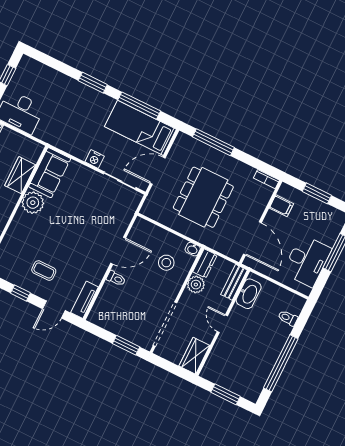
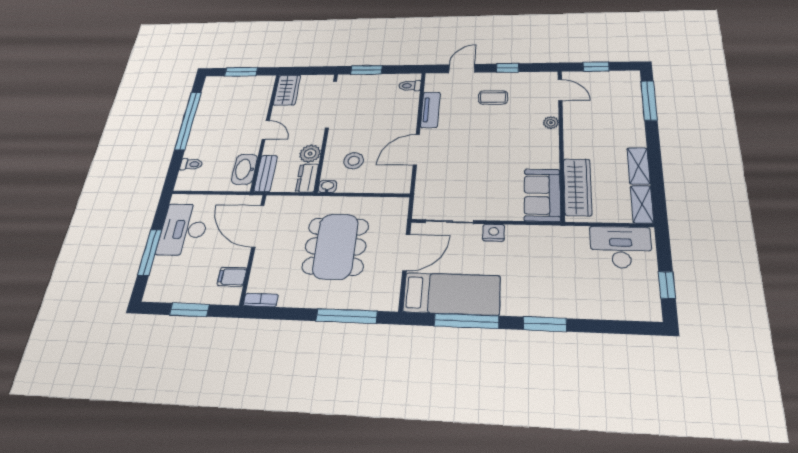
wardrobe: (20, 175) -> (577, 187), width x1.50
plant: (33, 203) -> (551, 123), moved, width x0.53, depth x0.53
toilet: (116, 278) -> (410, 86), moved
tv unit: (85, 300) -> (430, 110), moved

